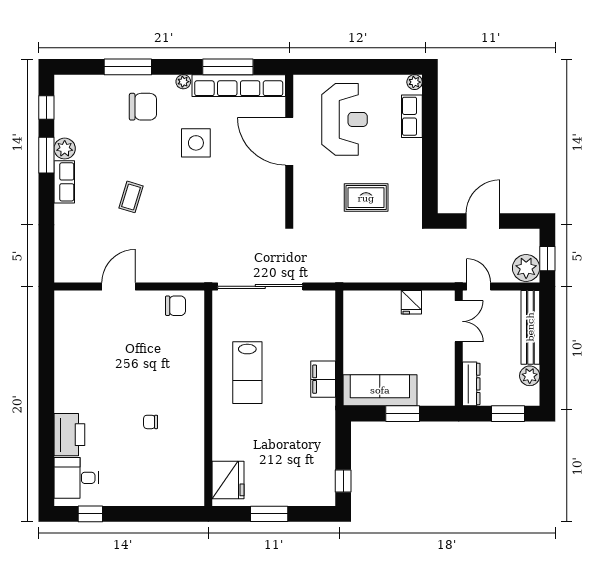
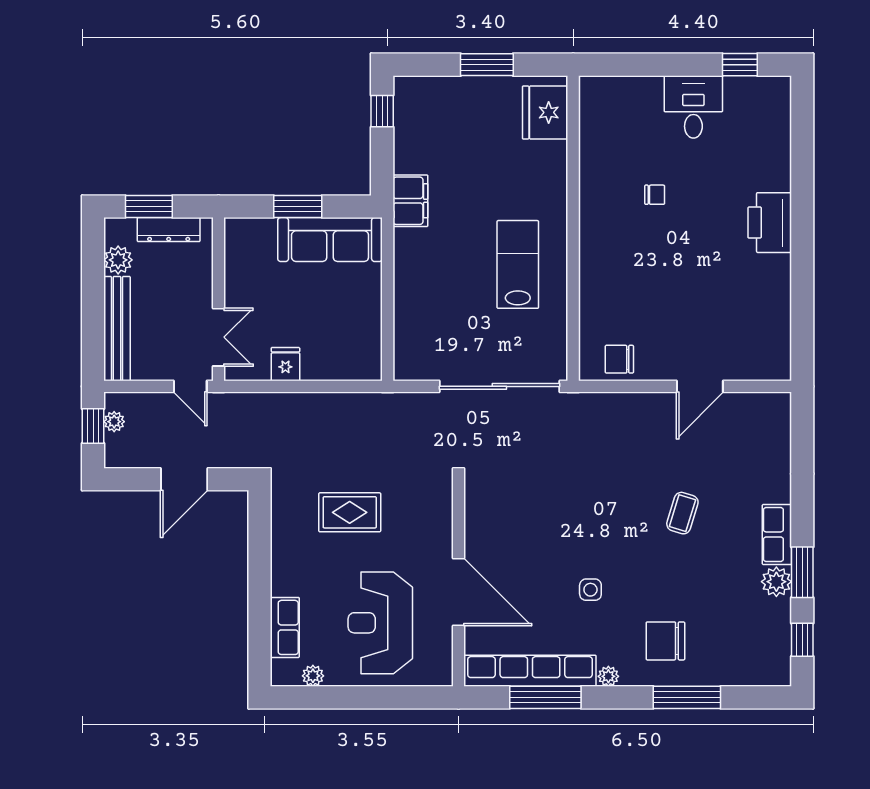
plant: (415, 82) -> (313, 676), moved
side table: (196, 143) -> (590, 590), width x0.54, depth x0.54
plant: (526, 268) -> (114, 422), width x0.53, depth x0.53
double door: (459, 321) -> (219, 337), swing flipped
filing cabinet: (323, 379) -> (410, 201), moved
dresser: (471, 384) -> (169, 230), moved, turned -90
printer: (69, 435) -> (770, 223), moved
desk: (76, 478) -> (693, 107), moved, turned -90

